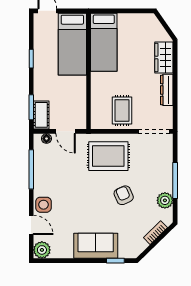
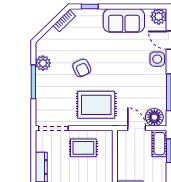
rug: (122, 110) -> (83, 148), turned 90
floor lamp: (46, 139) -> (154, 117), width x1.89, depth x1.89
bookcase: (155, 233) -> (64, 21), moved
sofa: (96, 246) -> (124, 20), moved

